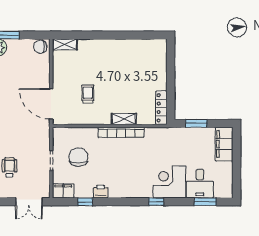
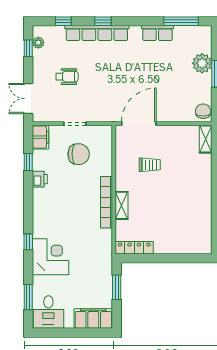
desk: (200, 184) -> (48, 312), moved, turned -90

